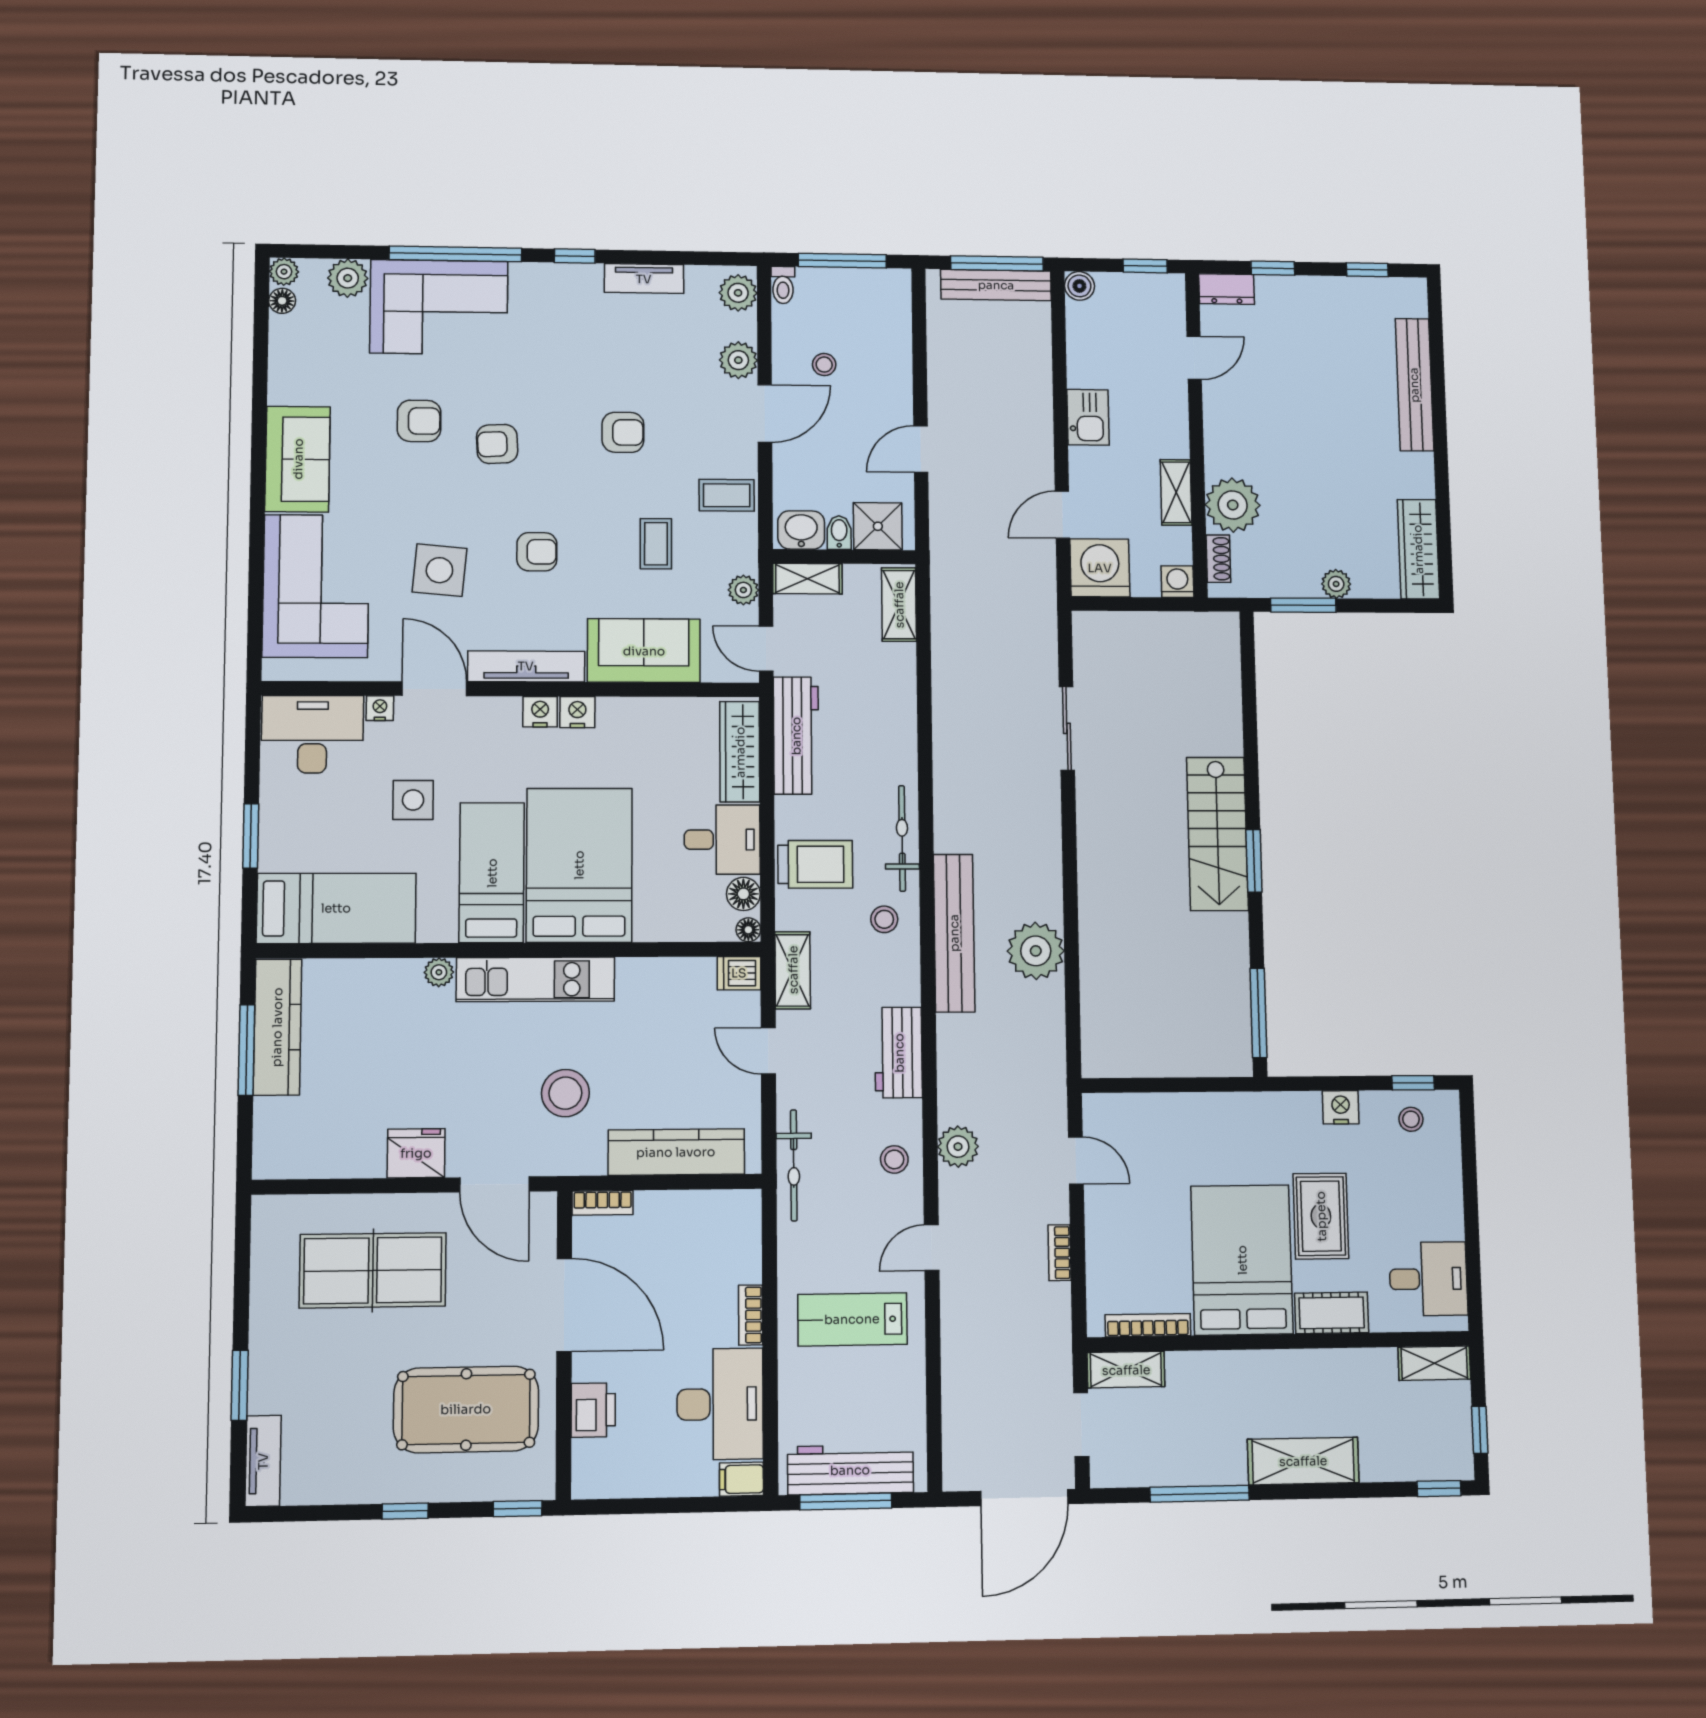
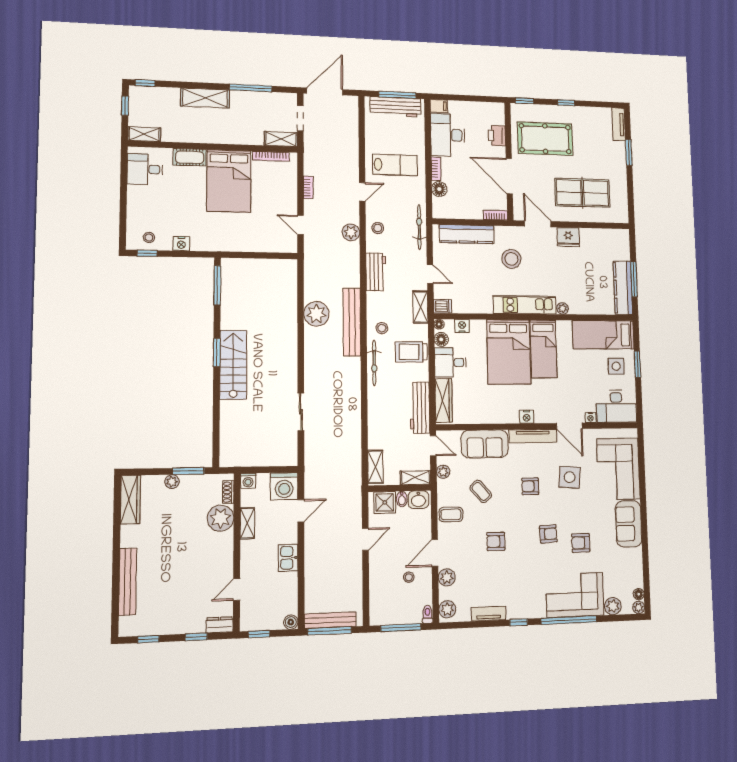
coffee table: (656, 544) -> (481, 491), turned -42
nightstand: (577, 712) -> (462, 326), moved, turned 180
side table: (413, 800) -> (616, 366), moved
rug: (1321, 1216) -> (193, 198), removed
floor lamp: (743, 1263) -> (439, 189), added

